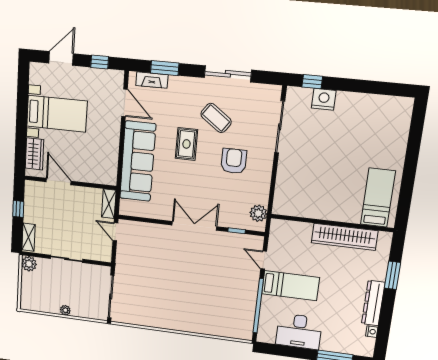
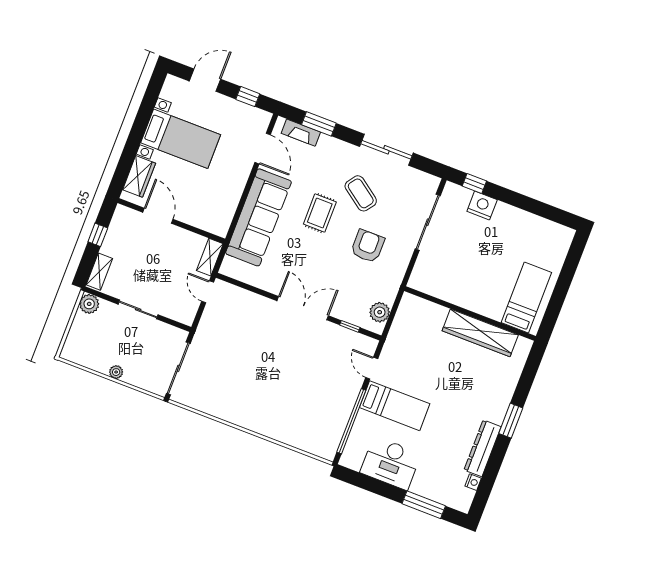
bed: (378, 198) -> (526, 298), moved
wall: (332, 223) -> (470, 314), moved
wardrobe: (344, 237) -> (480, 333), moved

